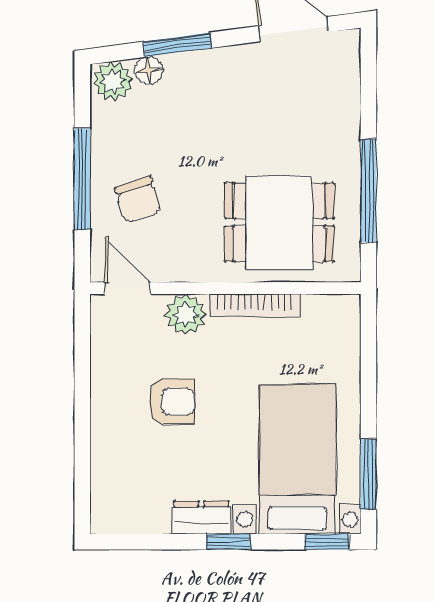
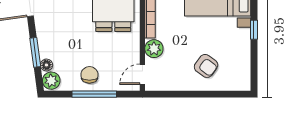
chair: (138, 200) -> (89, 75), moved, turned -72
armchair: (172, 401) -> (206, 66), moved, turned 126
dresser: (201, 518) -> (243, 42), removed

